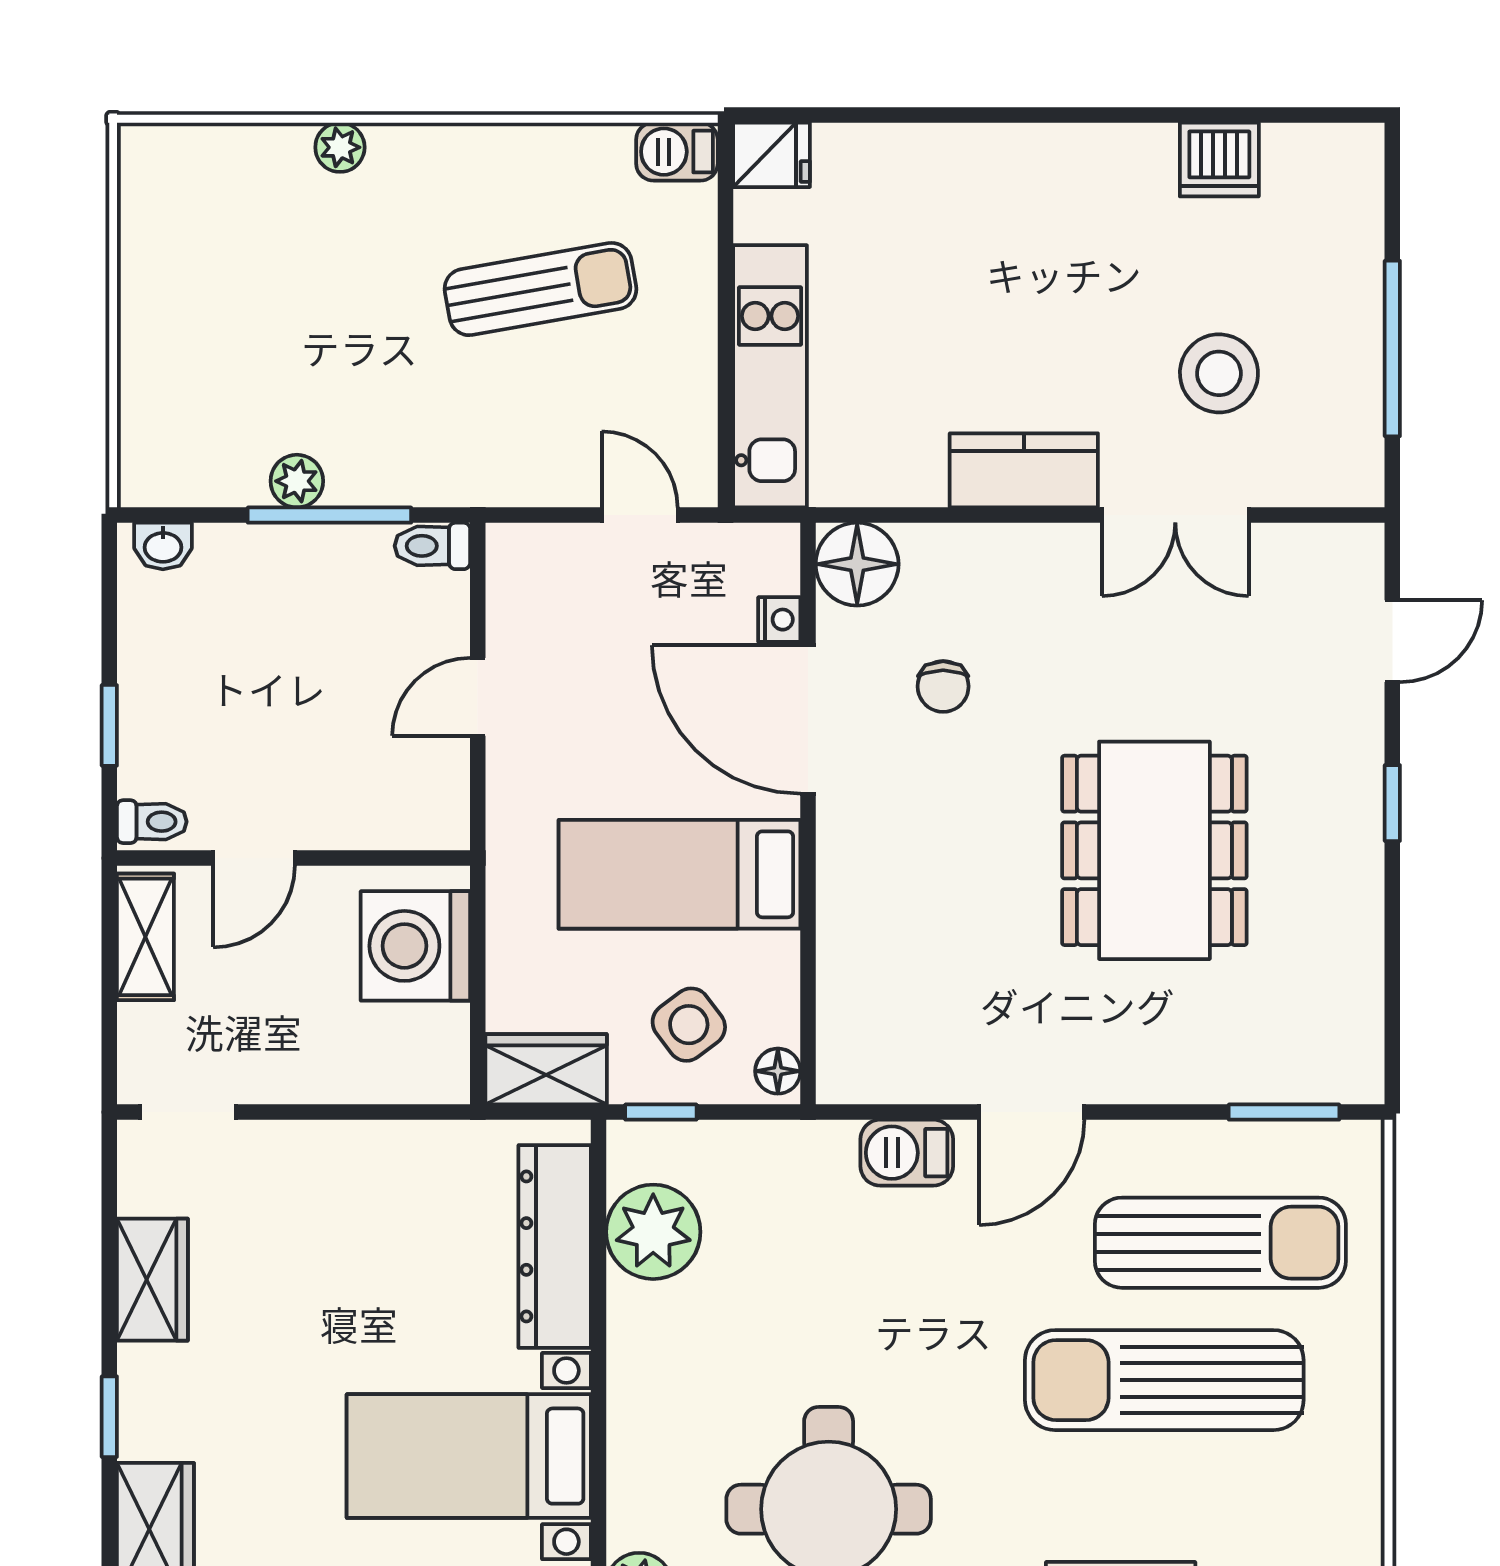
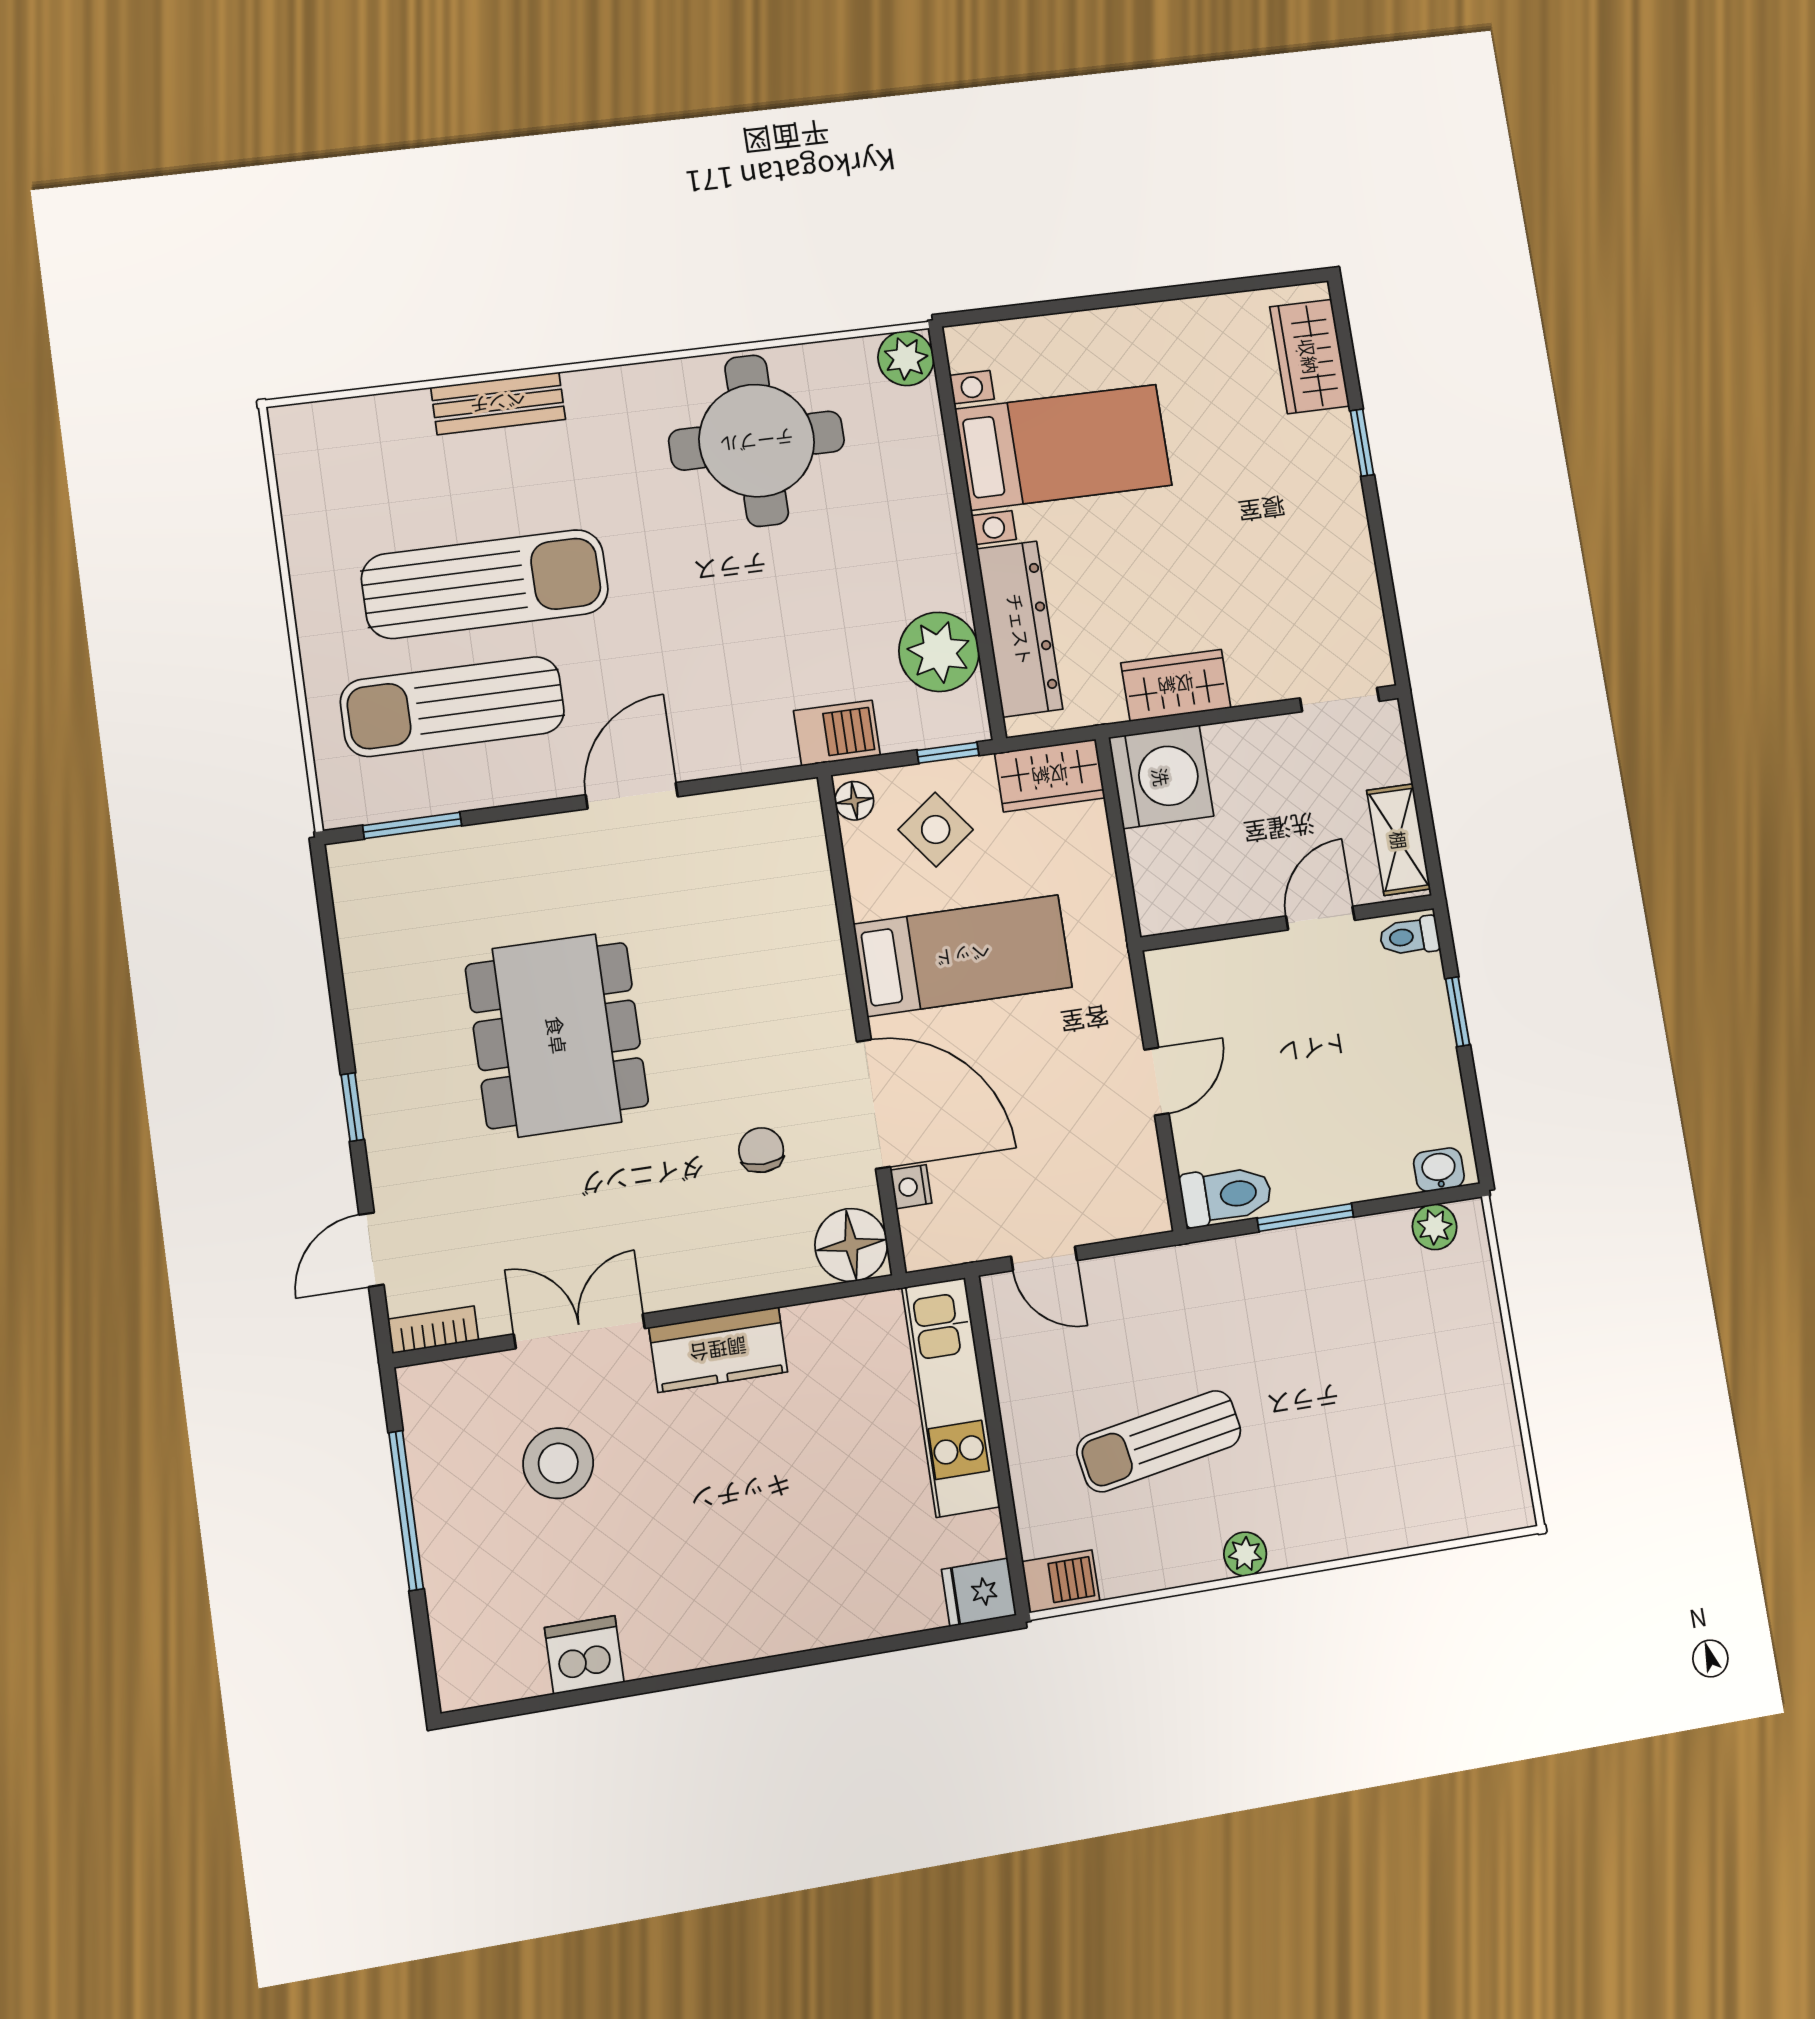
plant: (340, 147) -> (1245, 1554), moved
plant: (297, 481) -> (1435, 1227), moved
window: (329, 515) -> (1305, 1218), width x0.69
bookcase: (1336, 542) -> (433, 1330), added
toilet: (432, 546) -> (1226, 1195), width x1.37, depth x1.39
washing machine: (415, 946) -> (1161, 777), moved
barbecue: (907, 1153) -> (837, 733), moved
wardrobe: (152, 1280) -> (1176, 685), moved, turned 90

